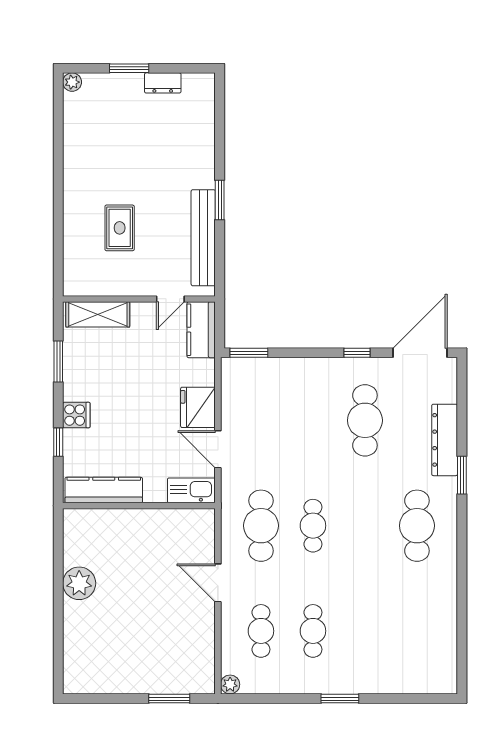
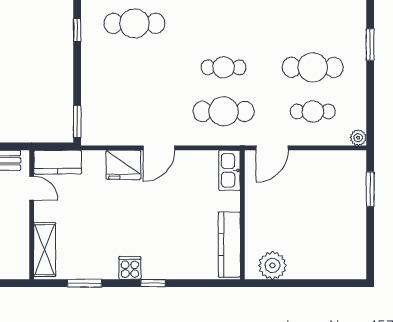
kitchen counter: (104, 490) -> (229, 245), moved
kitchen sink: (191, 490) -> (230, 170), moved
wall: (139, 506) -> (242, 215), moved
cafe table: (313, 631) -> (313, 67), width x1.37, depth x1.35

